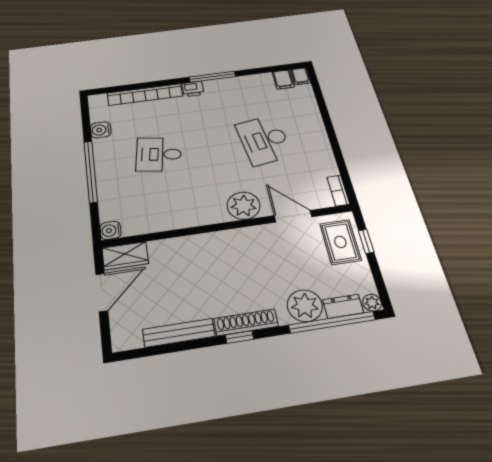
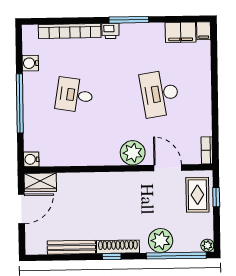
filing cabinet: (283, 79) -> (181, 32), width x2.00
dresser: (343, 306) -> (187, 245), removed

